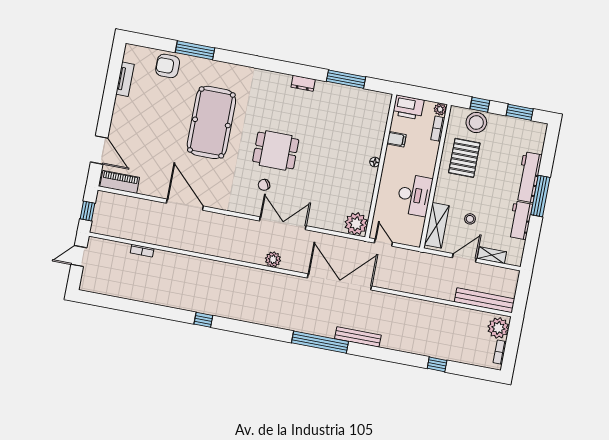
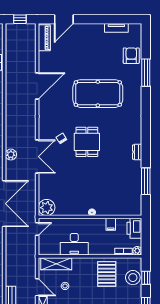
pallet: (464, 158) -> (107, 274), turned 90

